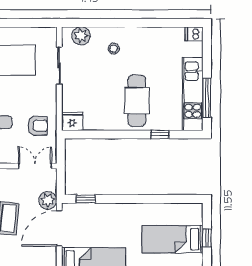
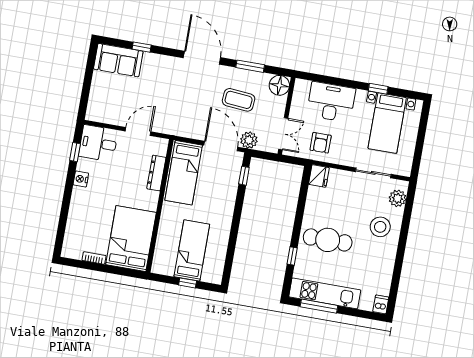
stool: (114, 49) -> (380, 227), width x1.89, depth x1.89

